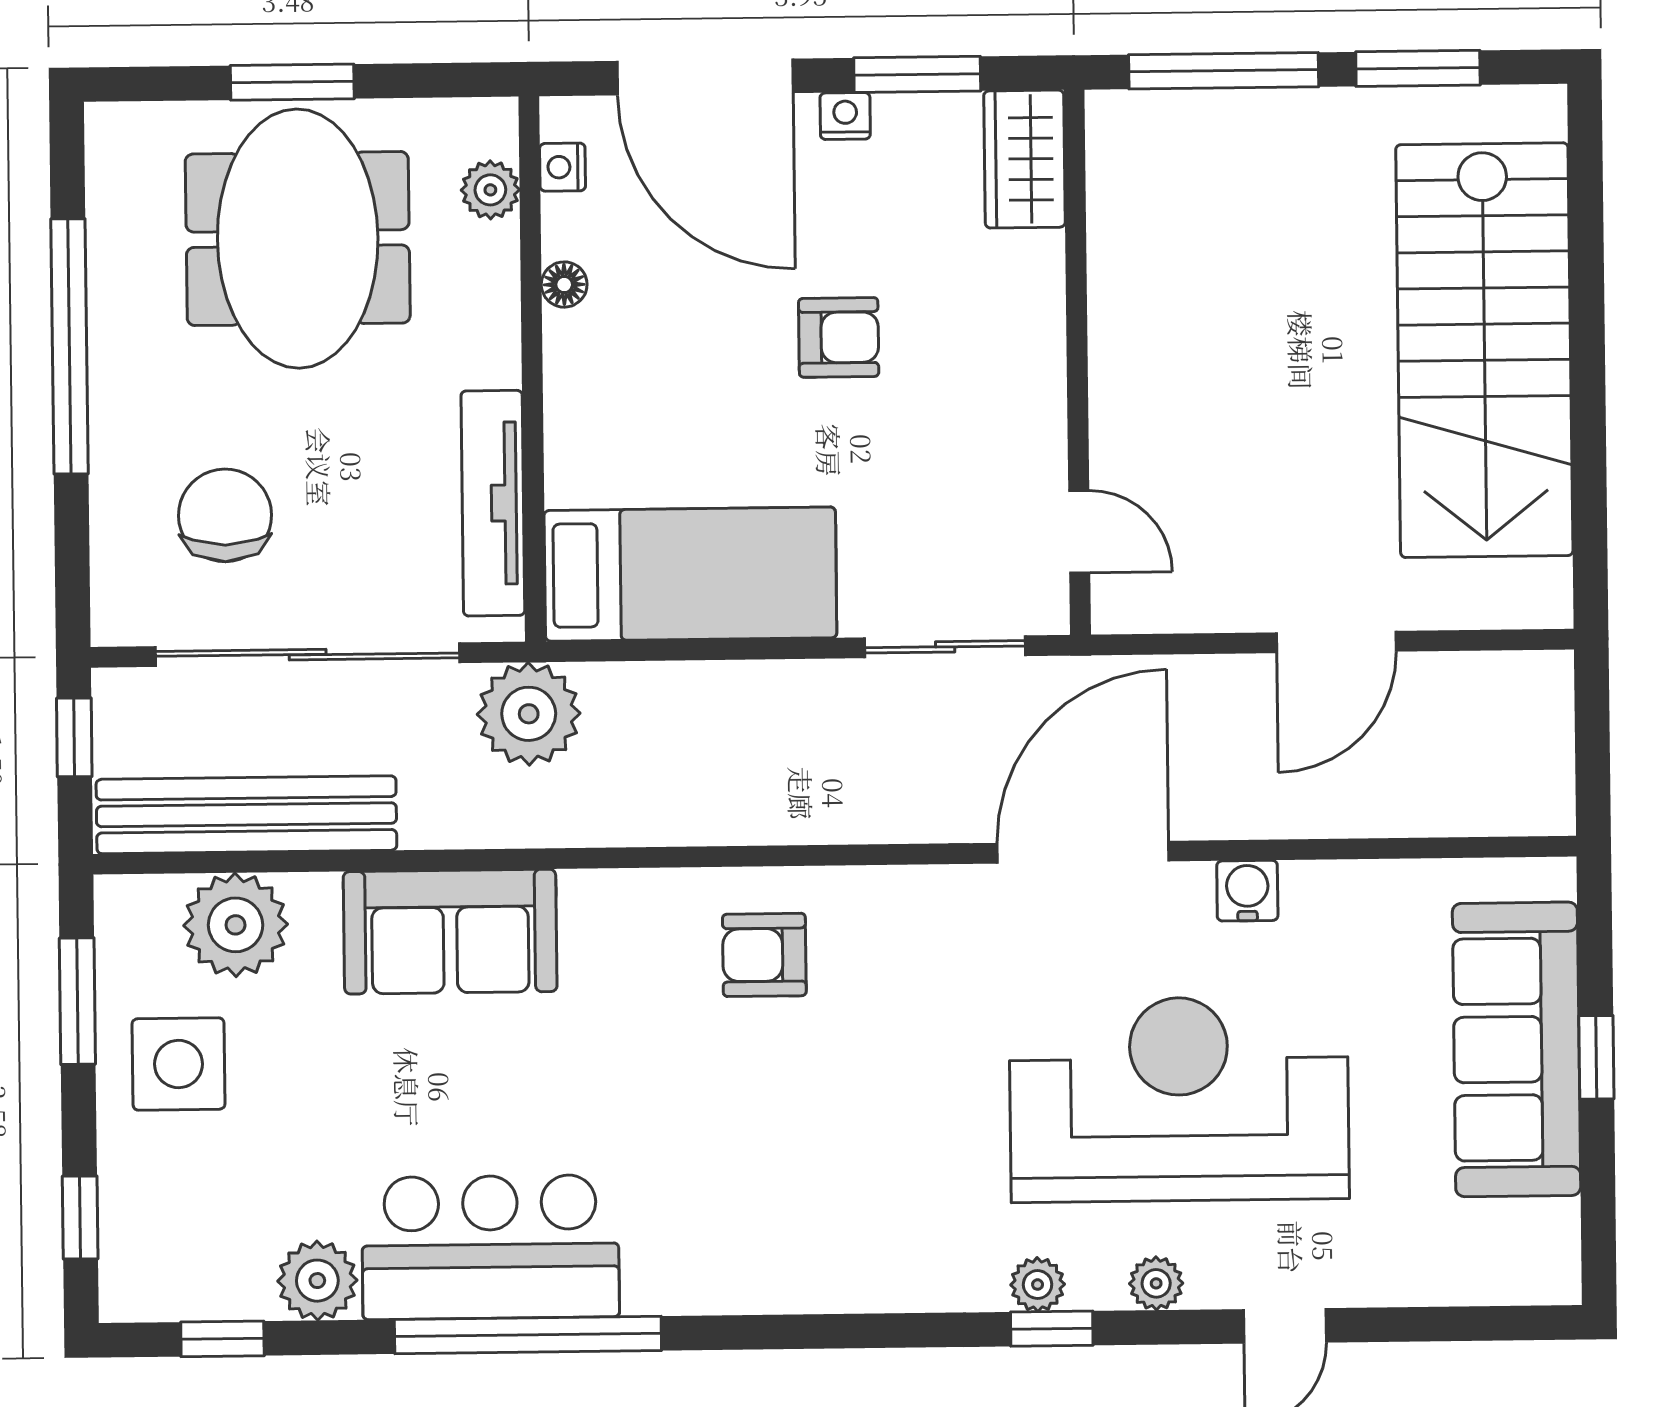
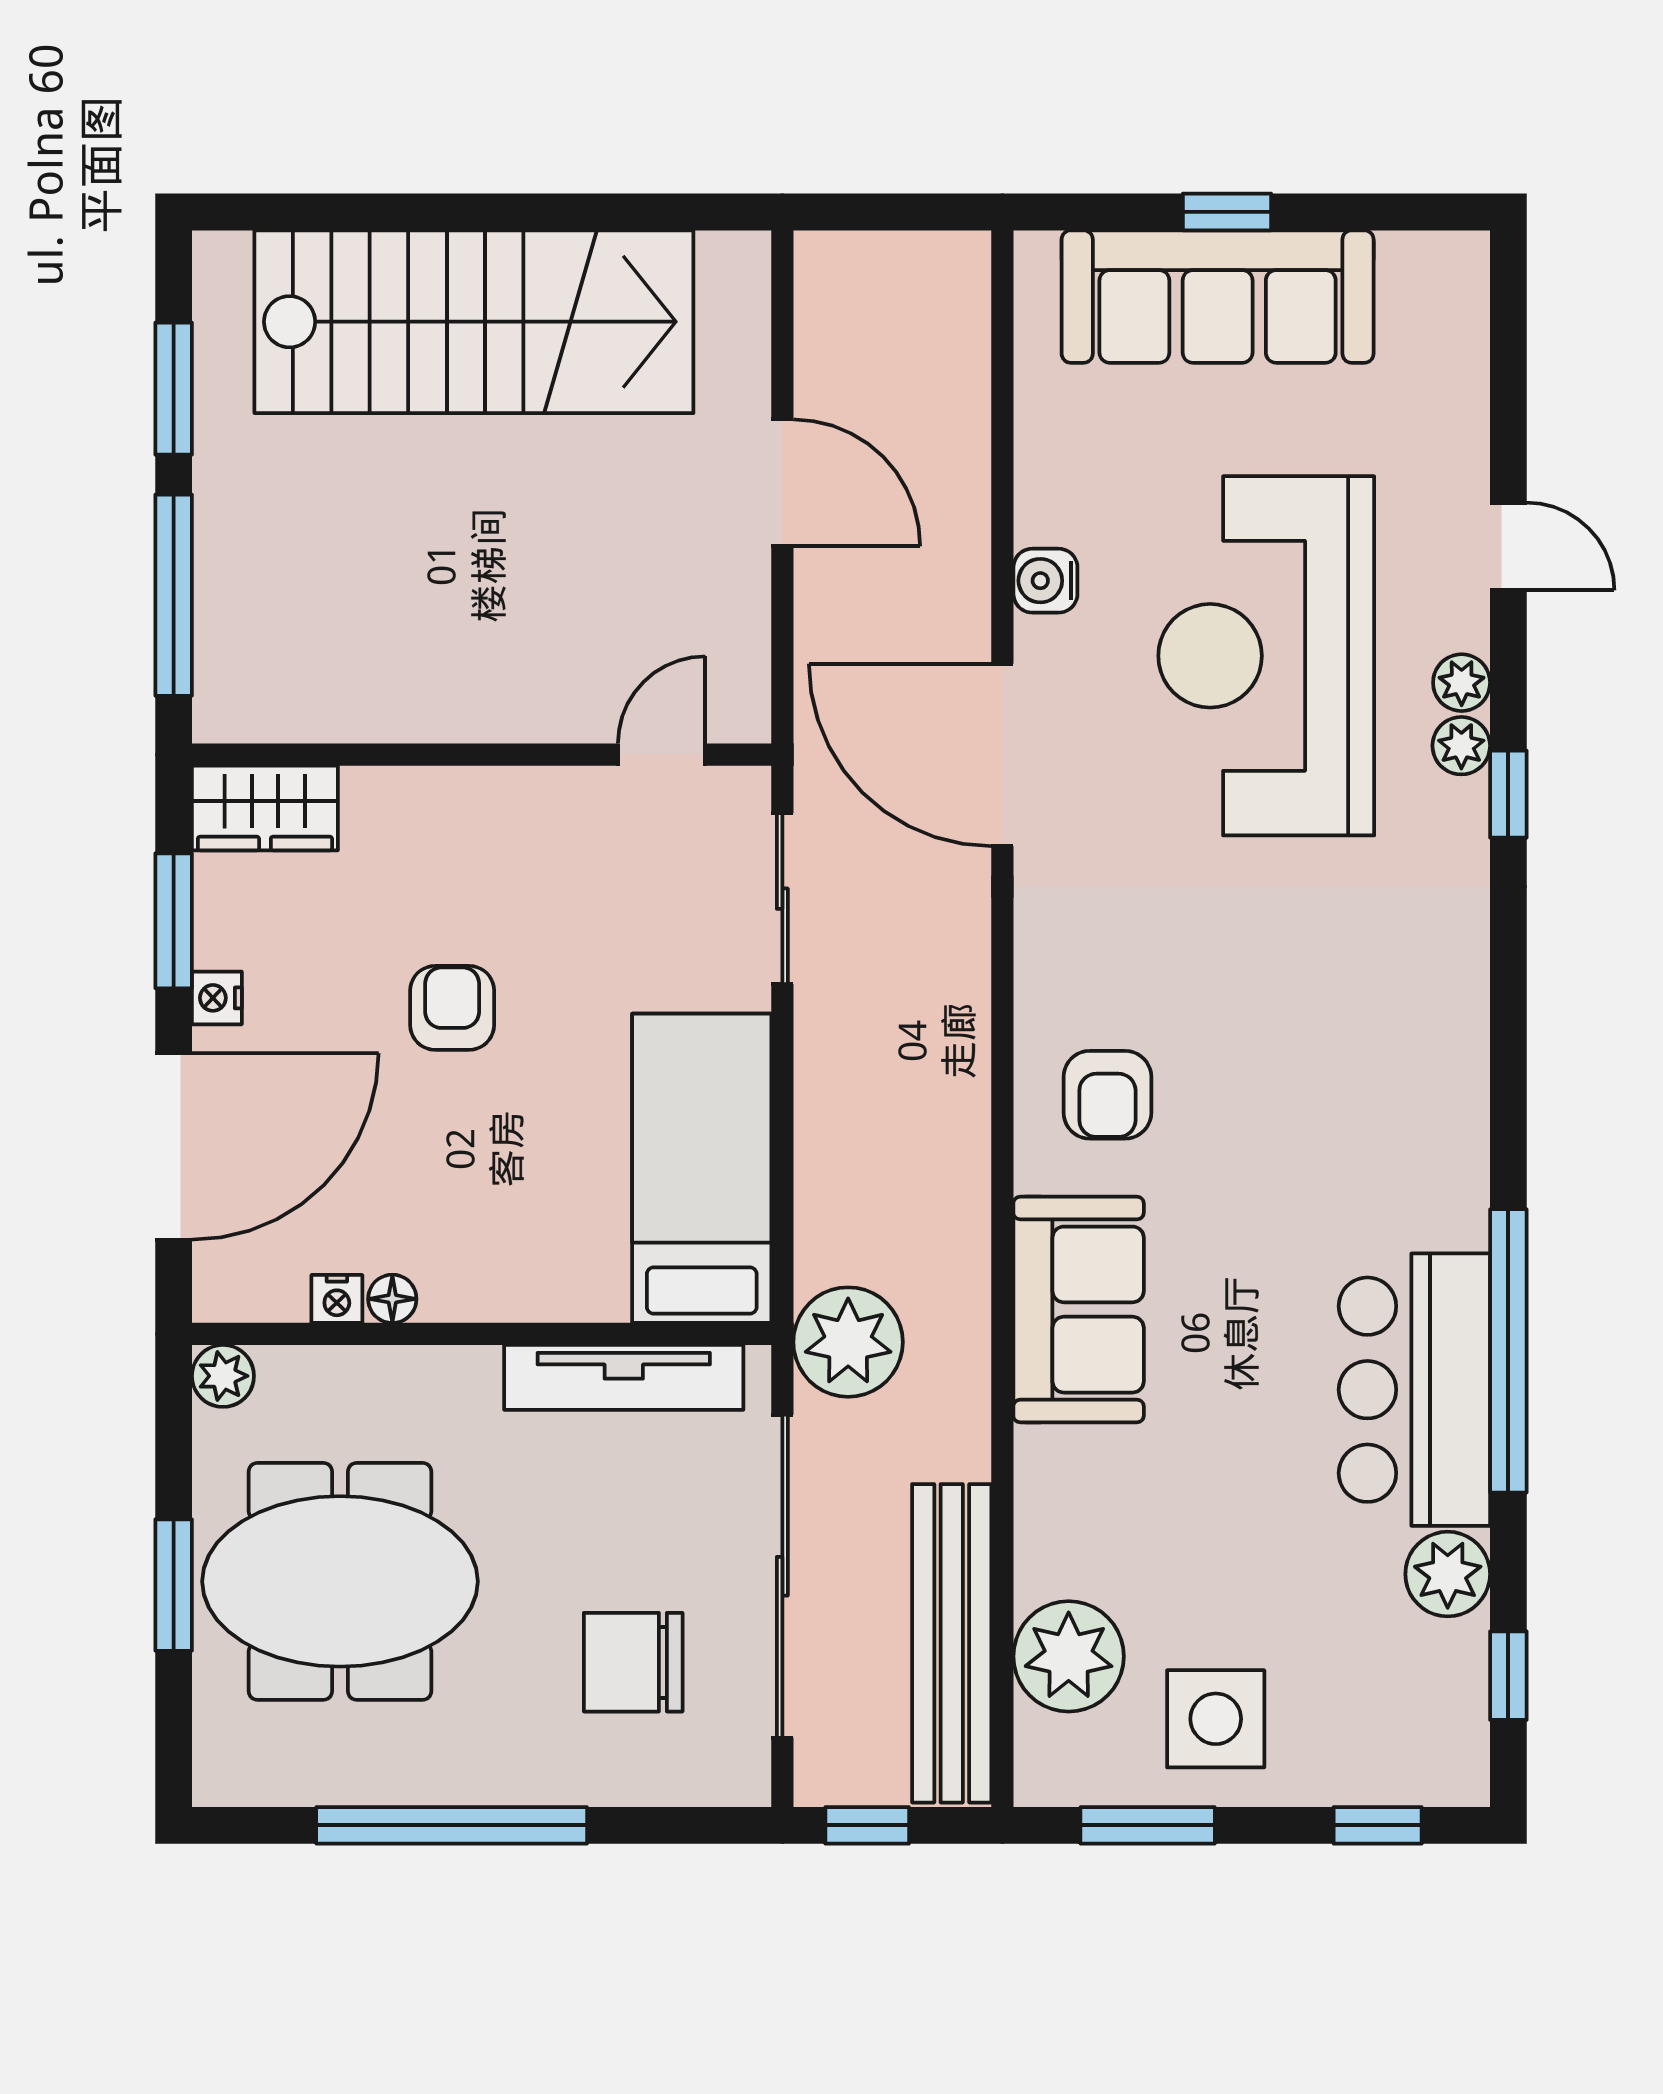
nightstand: (563, 167) -> (337, 1299), moved
plant: (490, 190) -> (223, 1376), moved
sofa: (450, 932) -> (1079, 1310), moved
plant: (1038, 1285) -> (1461, 746), moved

